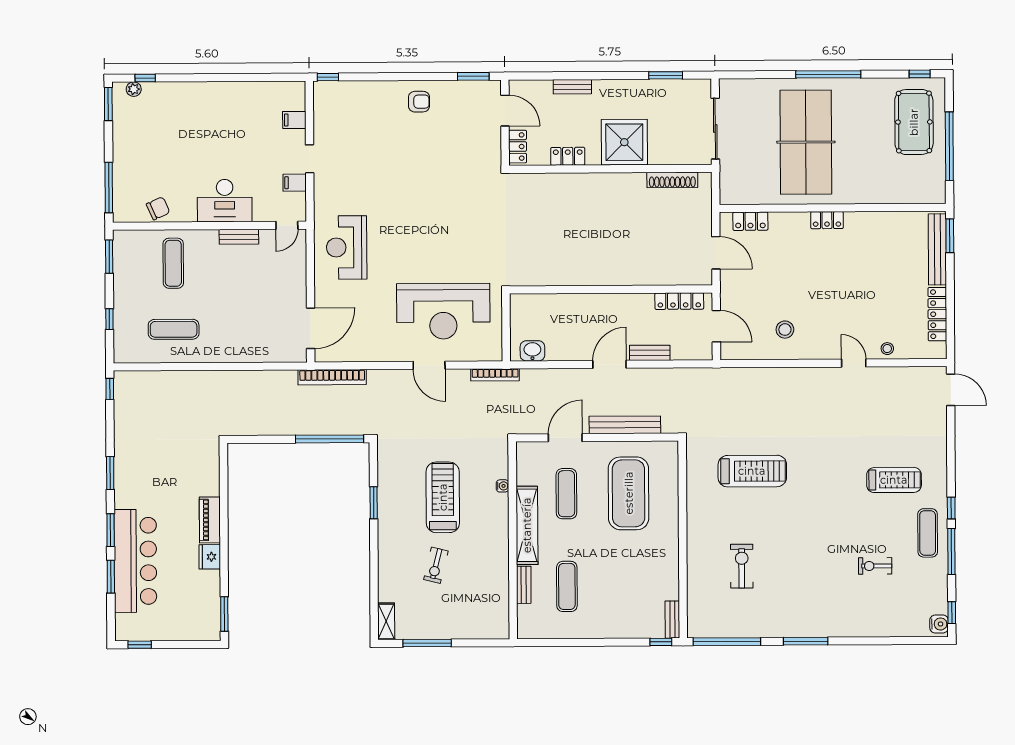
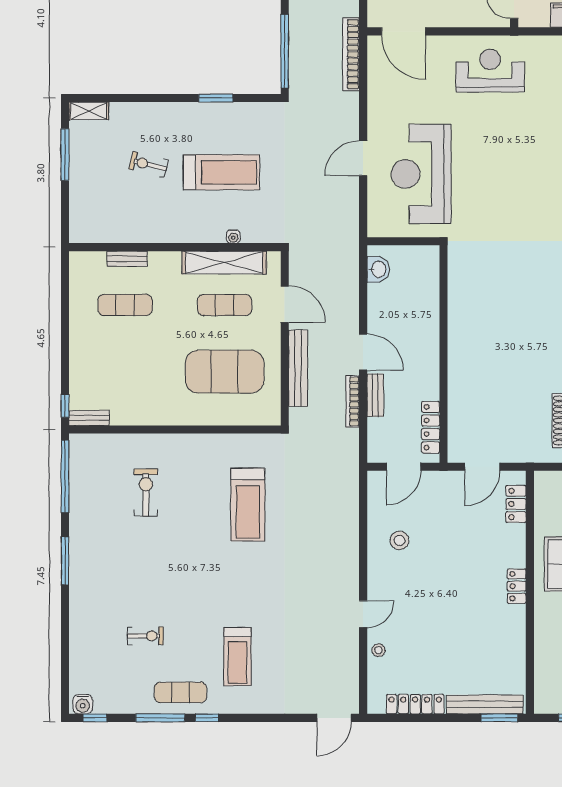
bookcase: (495, 375) -> (353, 401), moved
shelving: (527, 525) -> (224, 263), moved
exercise bike: (742, 566) -> (146, 493), turned -90
exercise bike: (875, 566) -> (145, 636), turned 90

